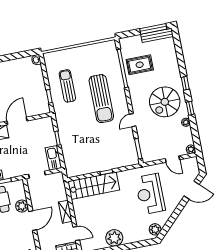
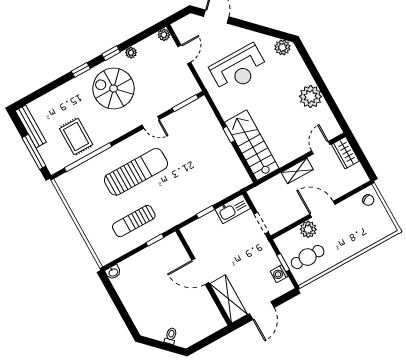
window: (153, 29) -> (34, 152), moved
spiral stairs: (165, 102) -> (114, 88), turned 180

